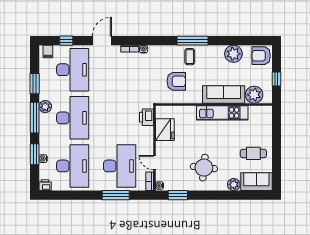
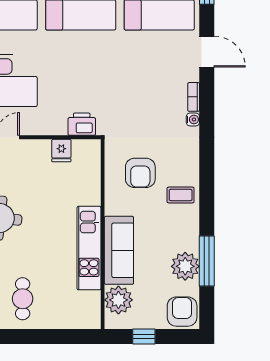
window: (193, 41) -> (207, 261), moved
fridge: (165, 130) -> (61, 150), width x0.53, depth x0.75

